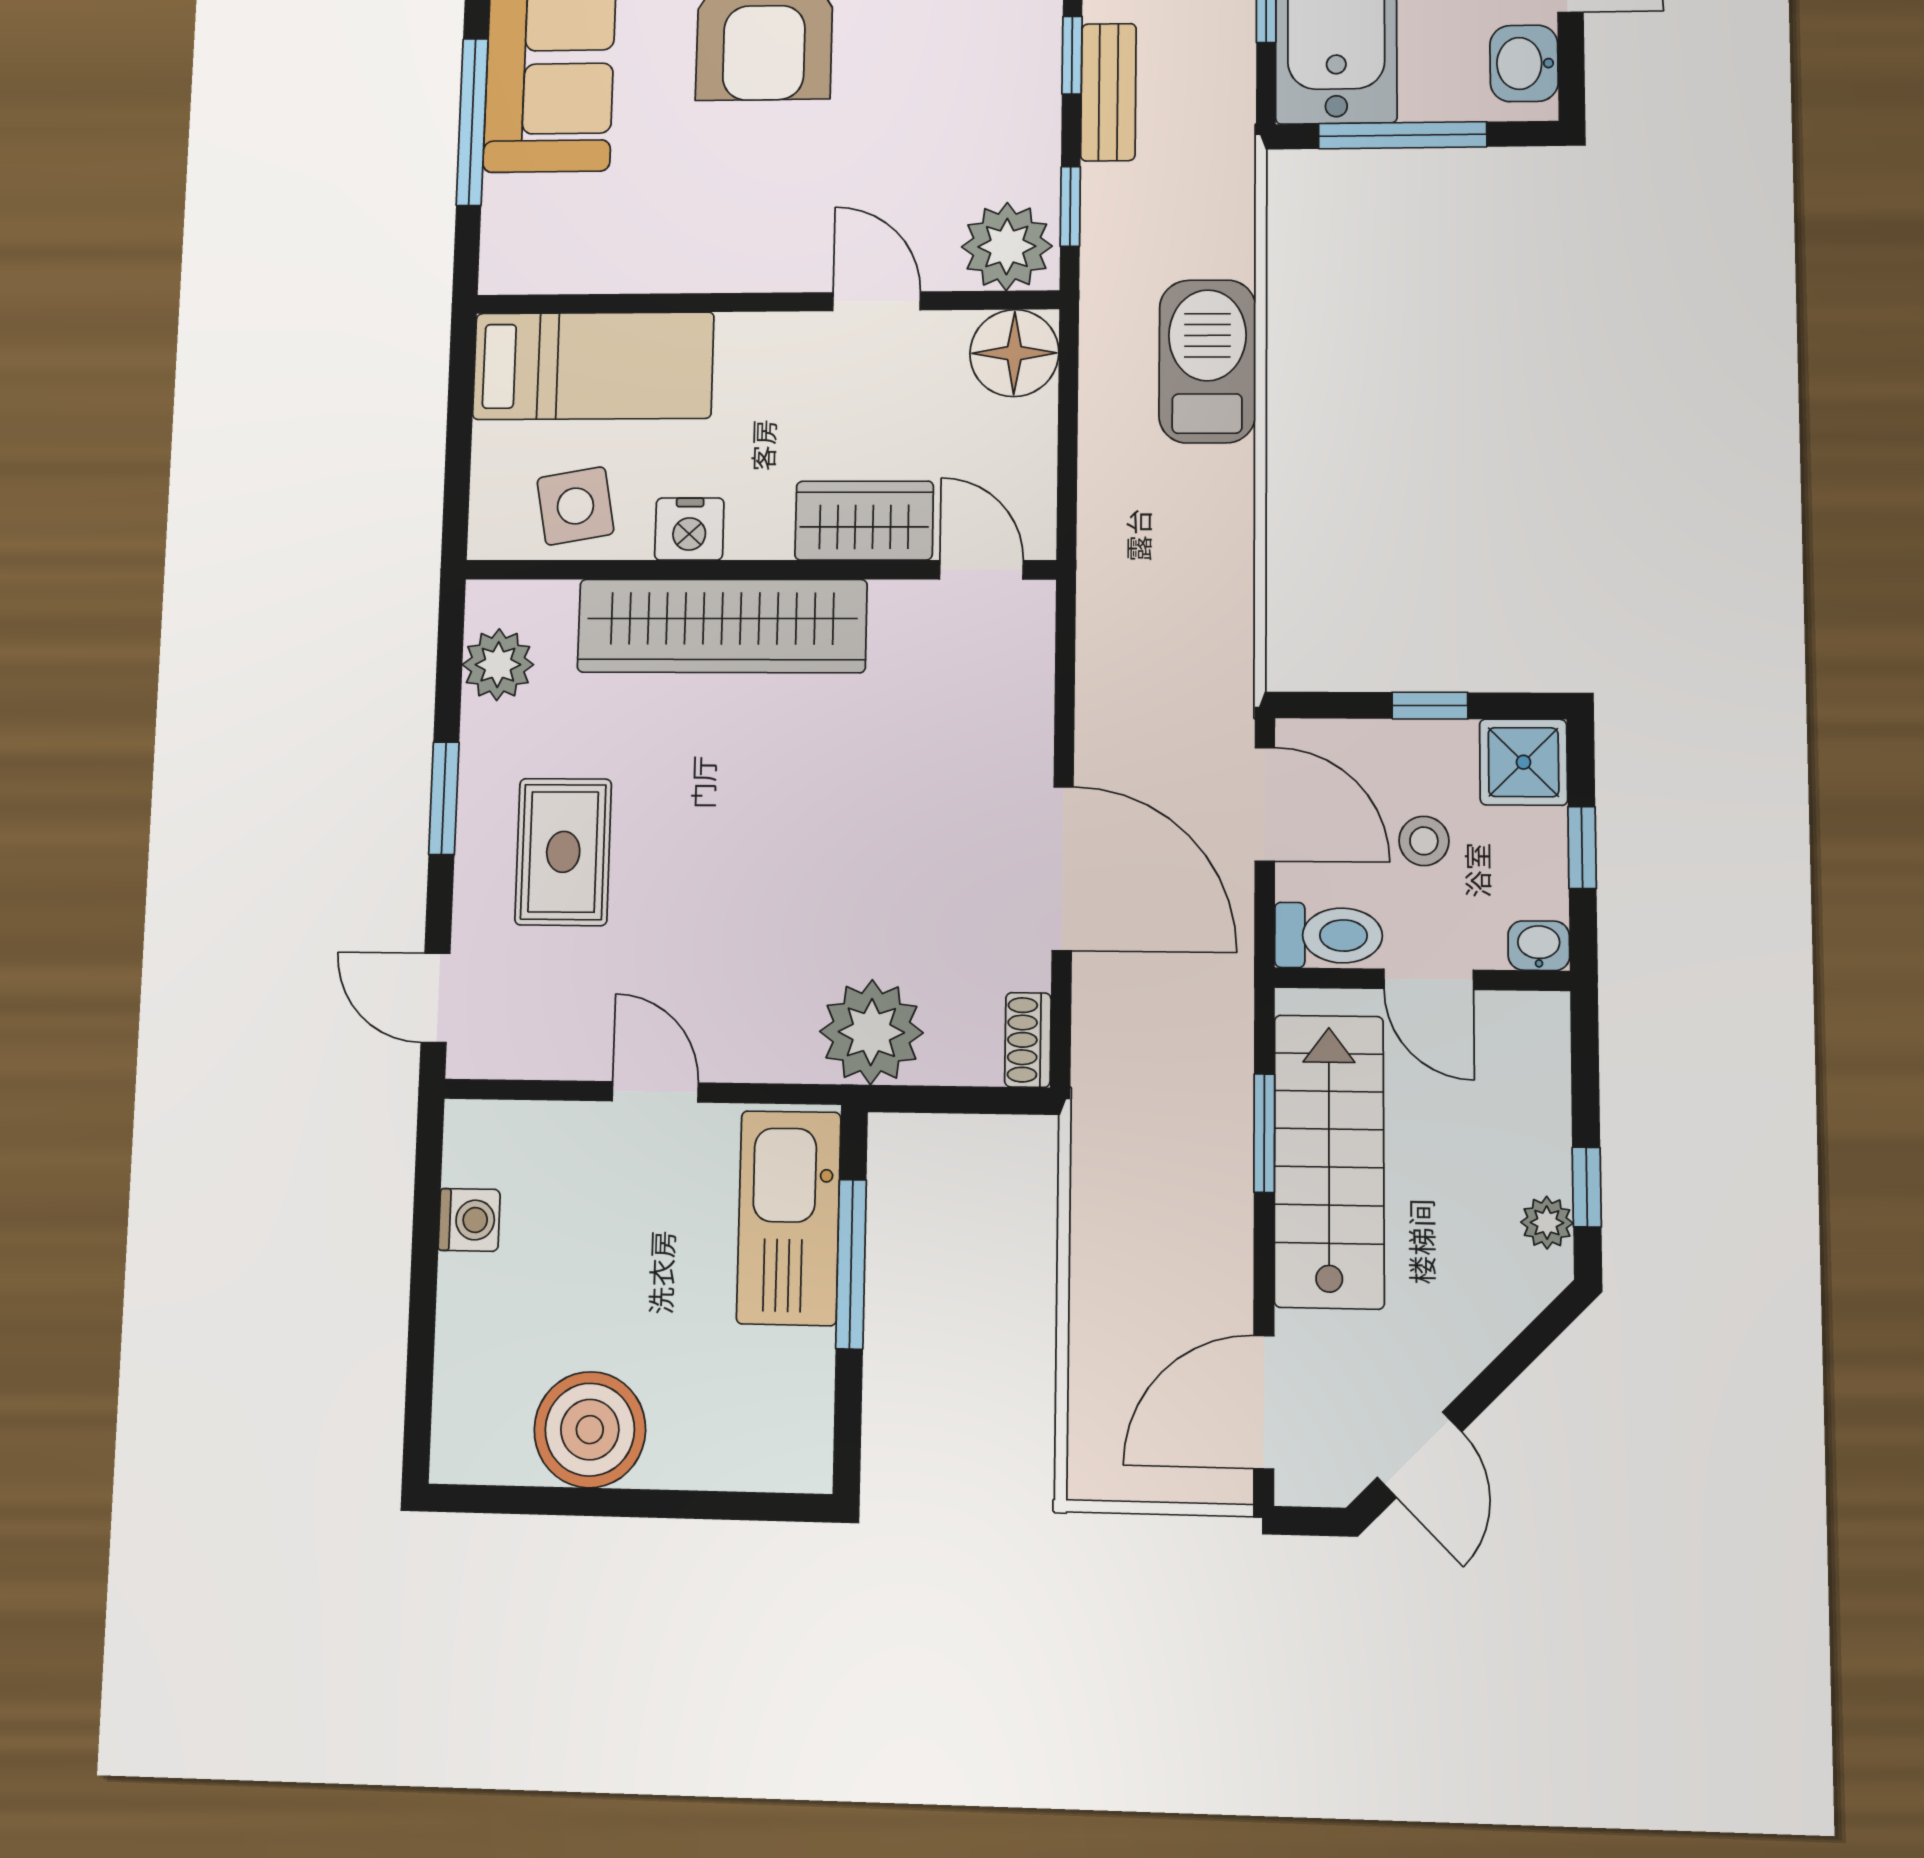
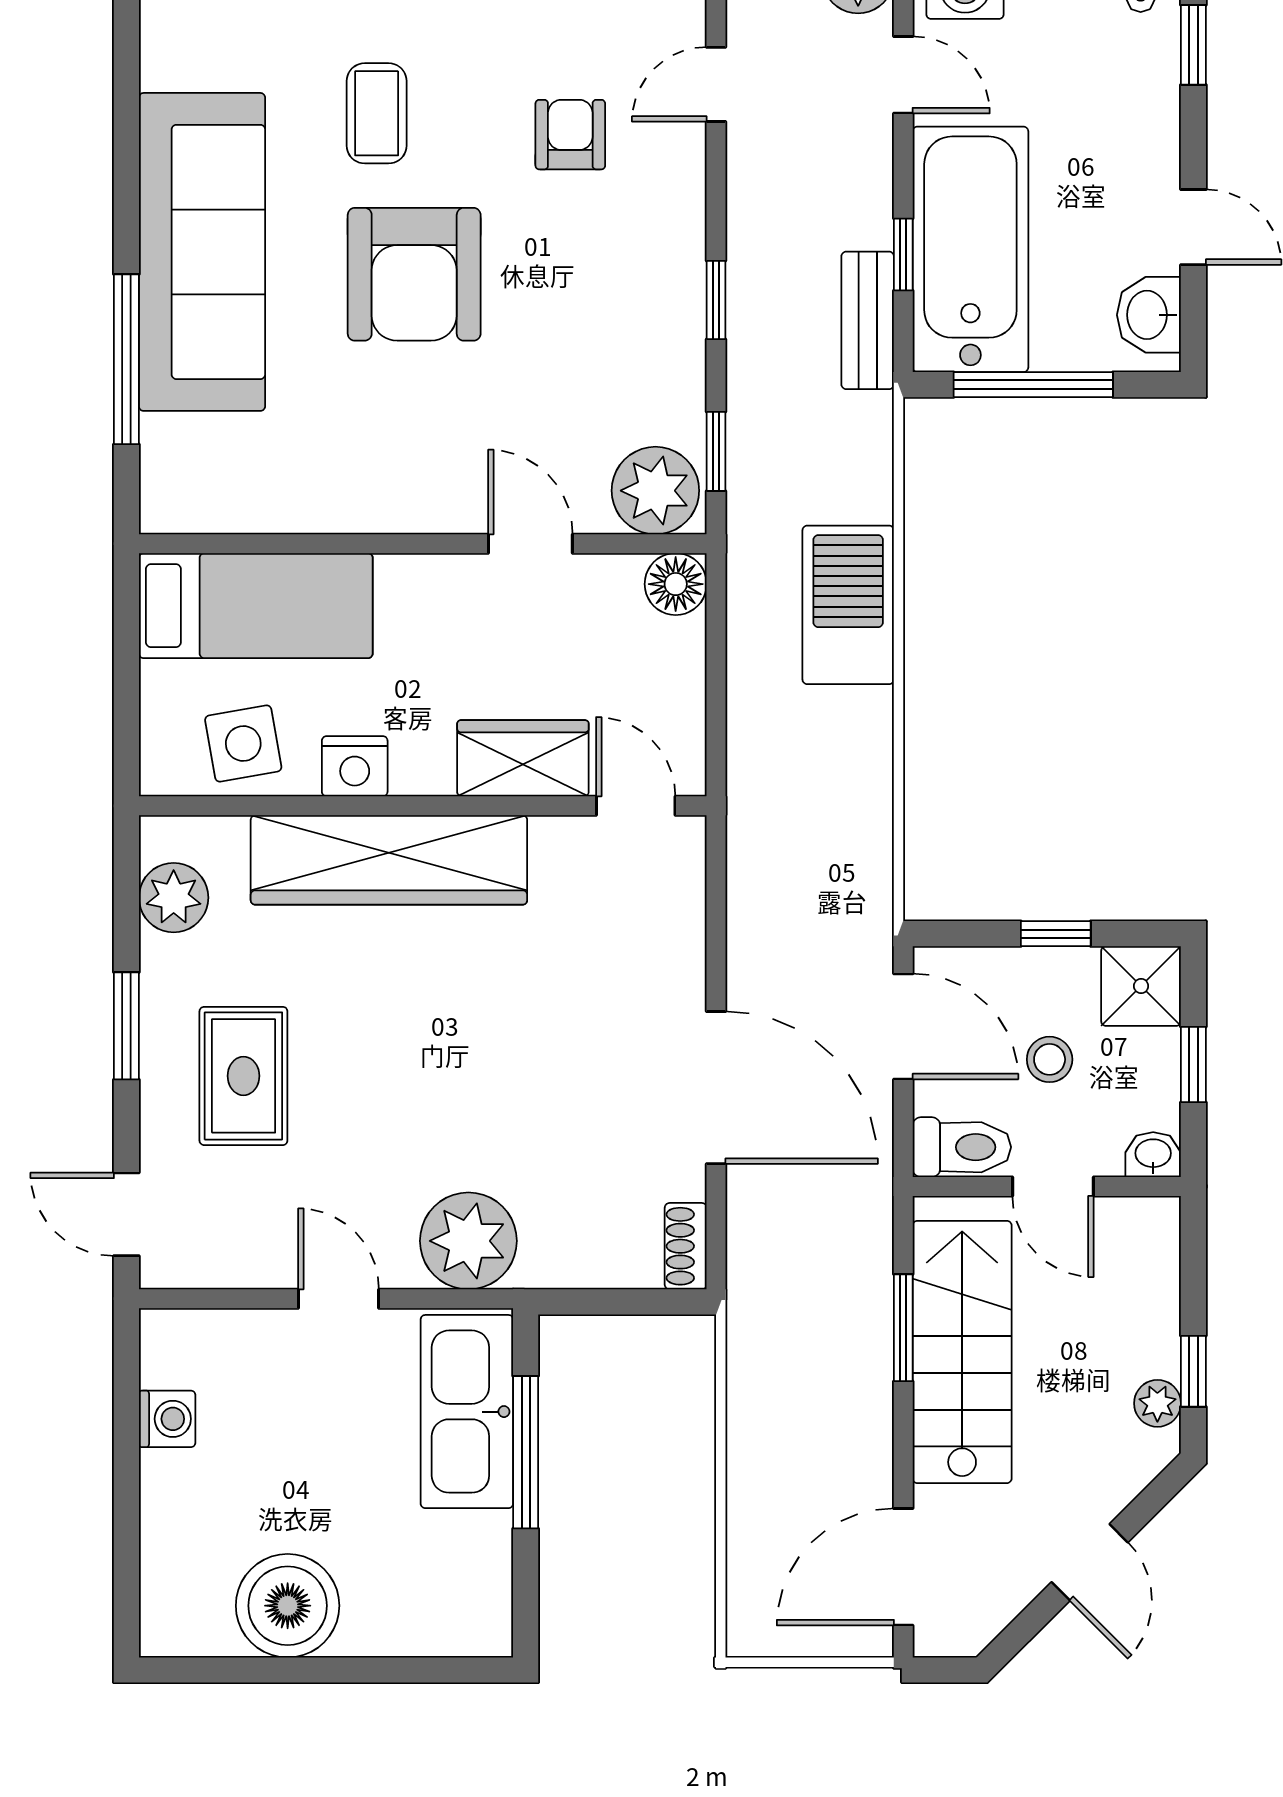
bench: (1108, 92) -> (868, 320), moved
floor lamp: (1014, 353) -> (676, 584), width x0.73, depth x0.73
plant: (871, 1032) -> (468, 1241), moved
door: (1420, 1455) -> (1090, 1562), moved

